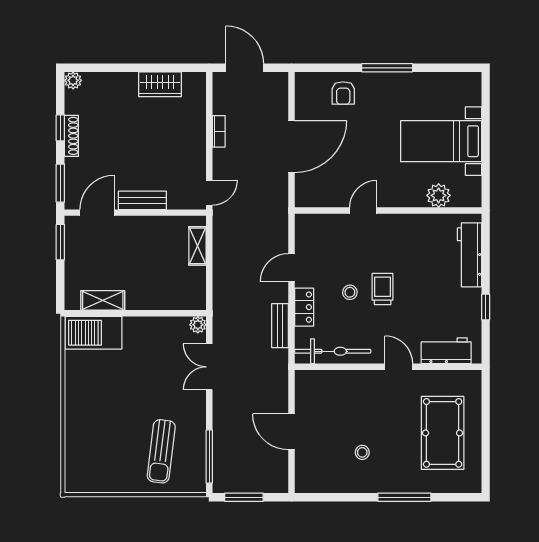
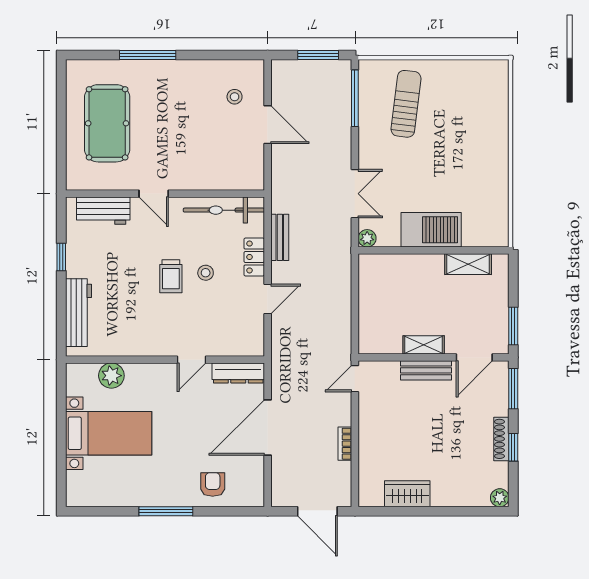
dresser: (319, 198) -> (238, 373), added
shelving: (198, 246) -> (424, 345), moved, turned 90
barbecue: (94, 333) -> (431, 230), moved
stool: (362, 452) -> (235, 97), moved

